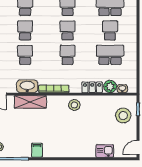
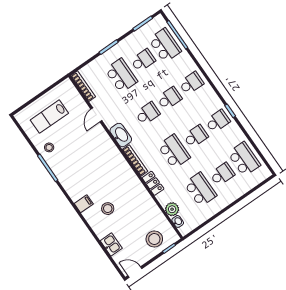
school desk: (68, 55) -> (174, 151), width x1.85
locker: (92, 87) -> (153, 183), moved
shelving: (30, 102) -> (109, 147), removed
stool: (74, 105) -> (108, 209), moved
filing cabinet: (37, 150) -> (84, 204), moved

